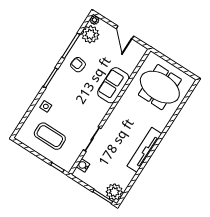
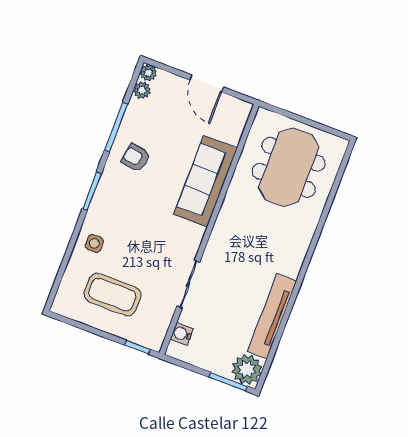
plant: (90, 34) -> (142, 90), width x0.53, depth x0.53
sofa: (113, 85) -> (205, 181), width x1.36
meeting table: (160, 87) -> (289, 167), turned 90
tv unit: (144, 150) -> (272, 316), moved

